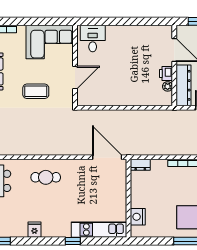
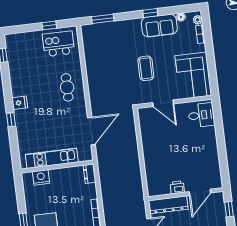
plant: (168, 86) -> (165, 190), removed
door: (107, 157) -> (91, 131), moved
fridge: (34, 230) -> (20, 103), moved
kitchen unit: (99, 230) -> (52, 158), moved, turned -90

